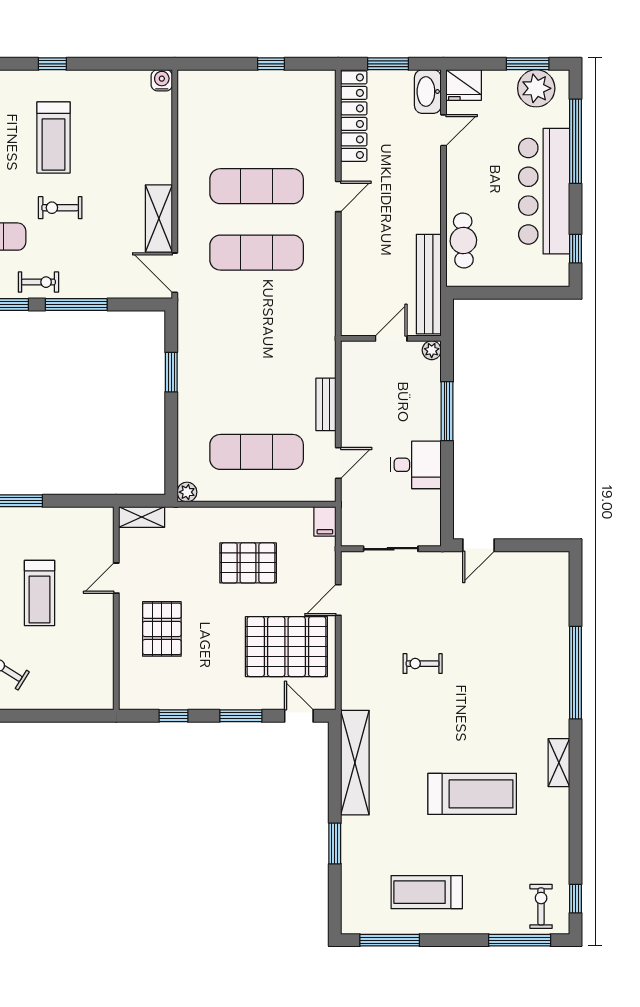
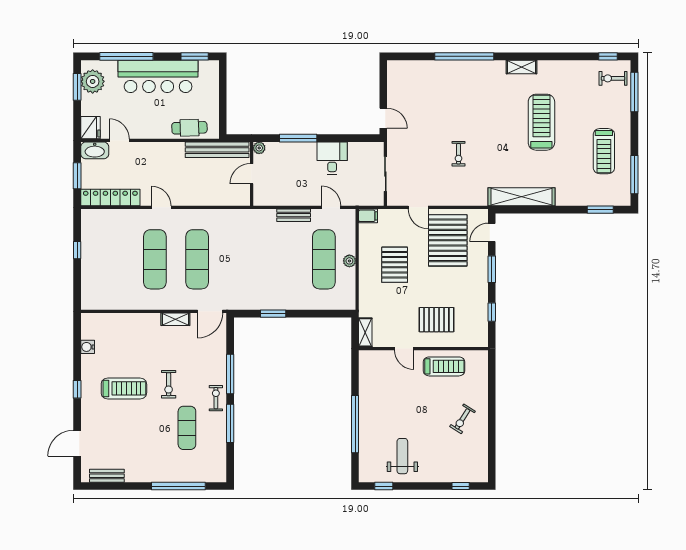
water cooler: (162, 80) -> (88, 347), moved
shelving: (159, 218) -> (175, 319), width x0.67, depth x0.75
window: (576, 249) -> (195, 56), width x1.50
door: (391, 338) -> (252, 174), hinge flipped
plant: (187, 492) -> (349, 261), moved
treadmill: (40, 593) -> (444, 366), moved
window: (335, 843) -> (600, 210), moved

